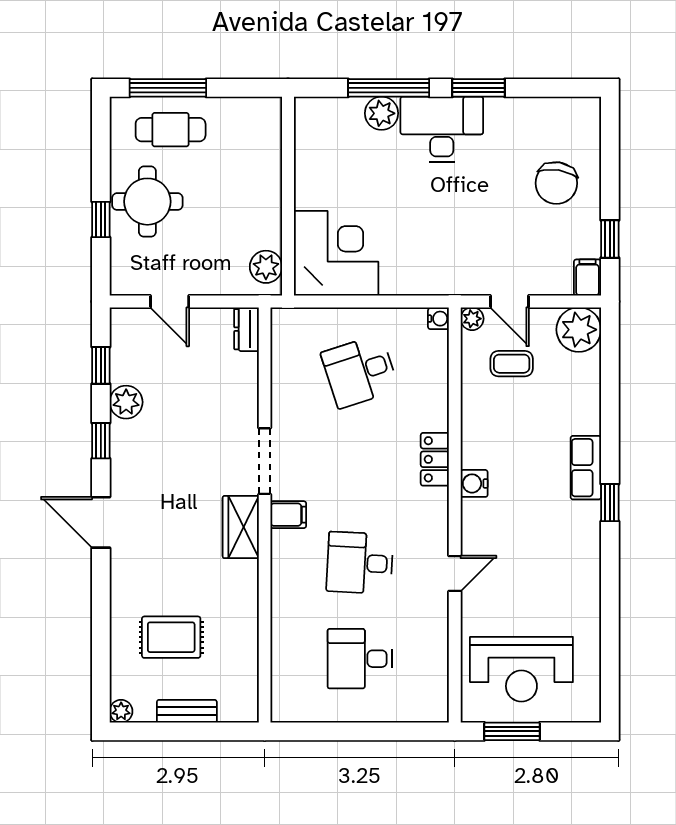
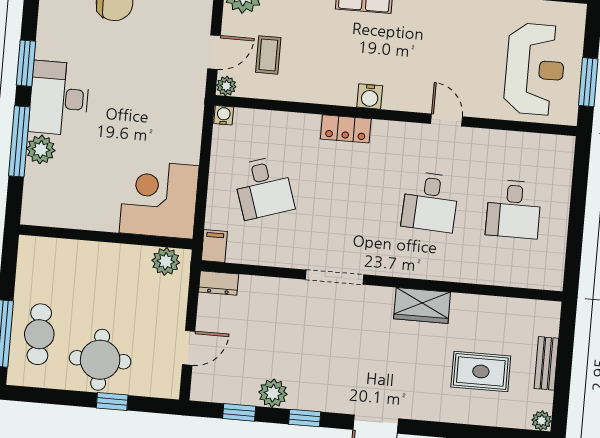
filing cabinet: (288, 515) -> (214, 246), moved
wardrobe: (241, 527) -> (422, 305), moved
rug: (171, 637) -> (481, 371), turned 90

